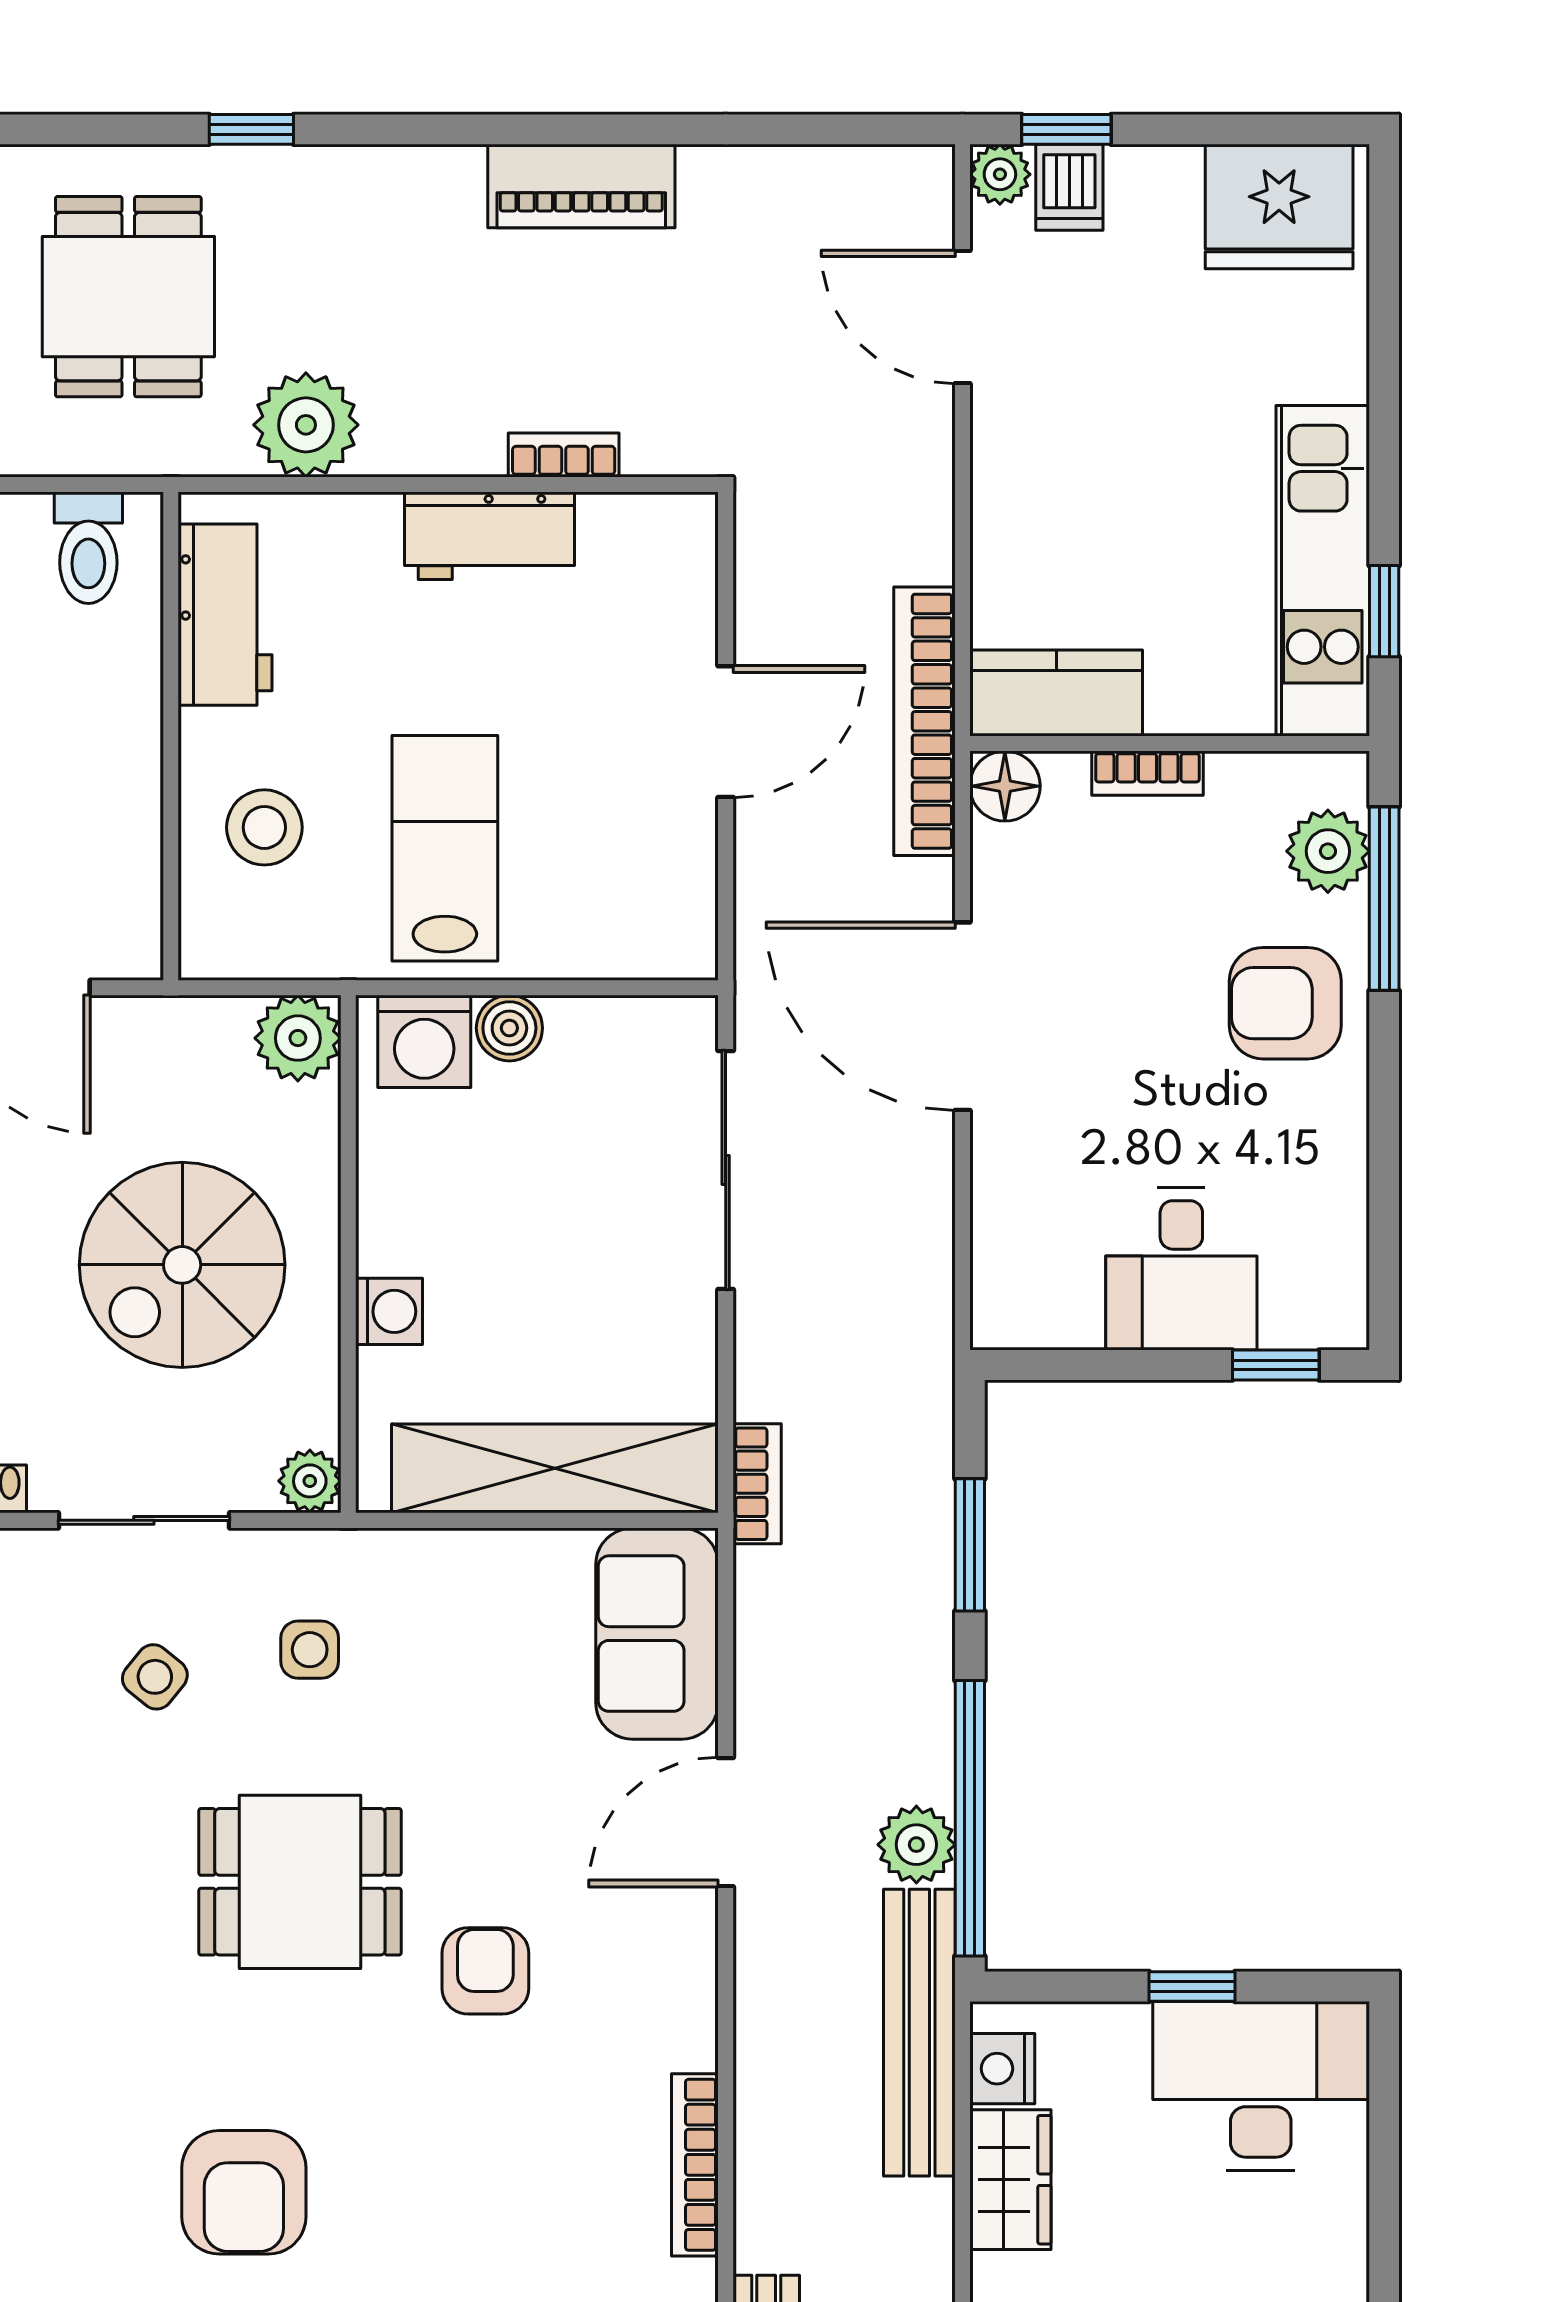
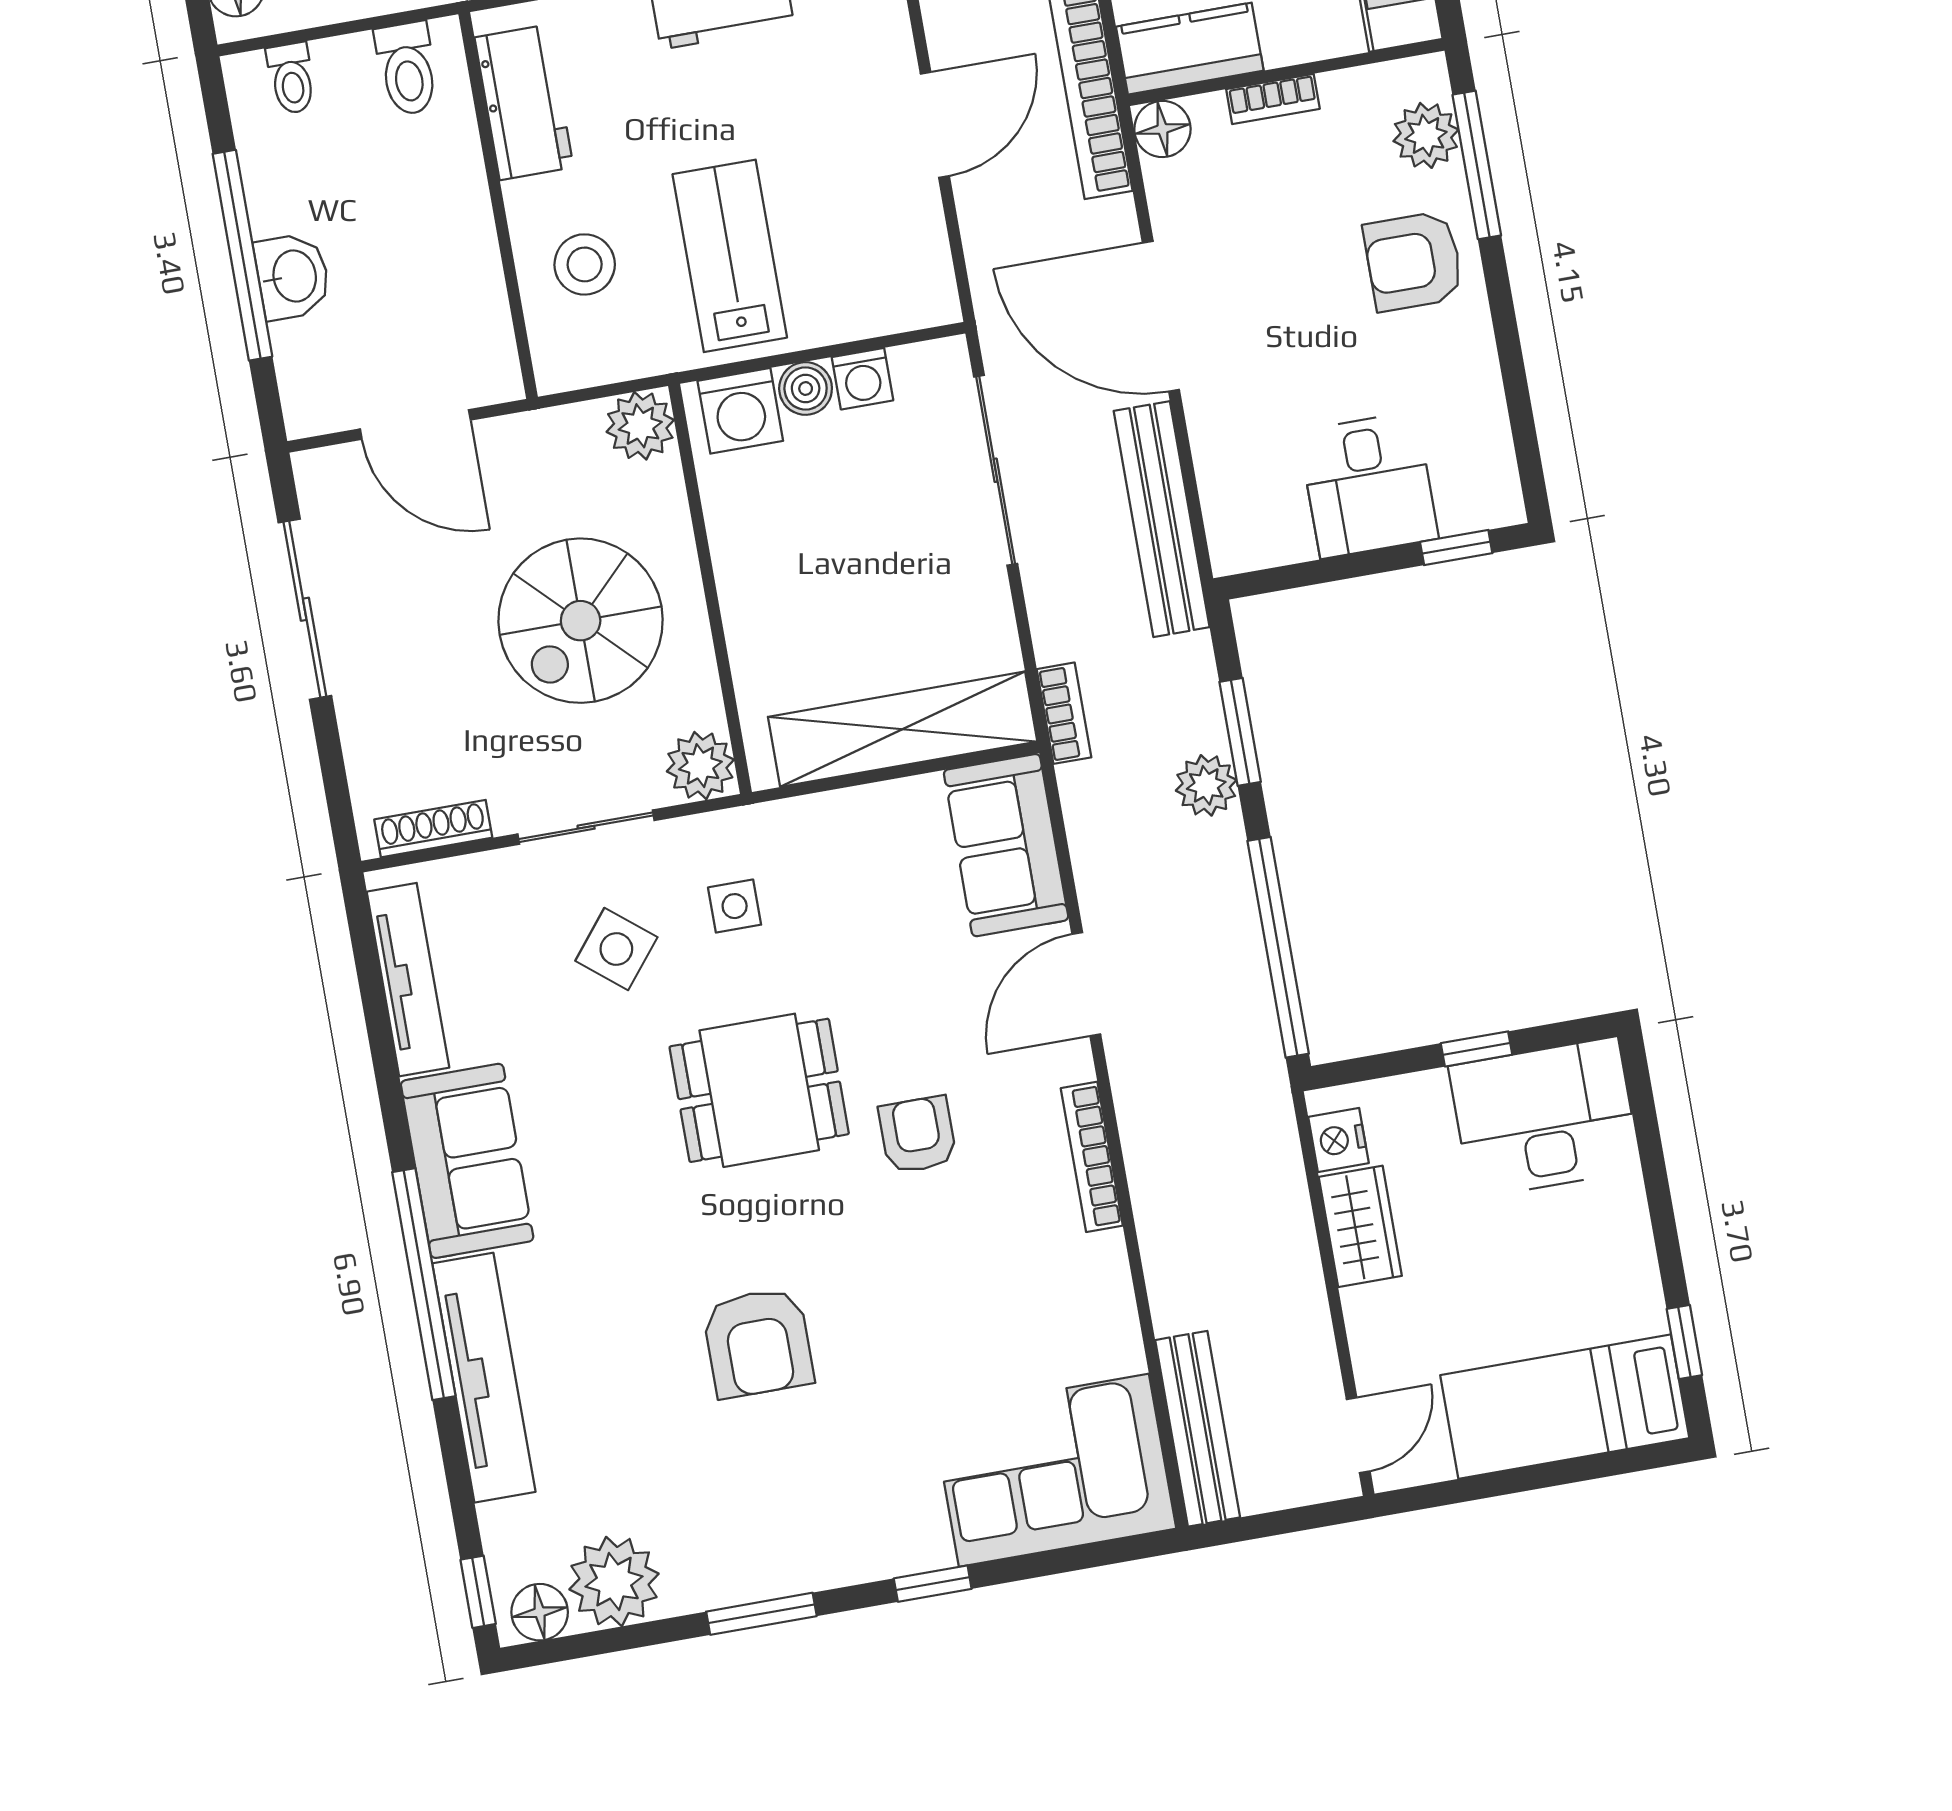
washing machine: (389, 1311) -> (862, 379), moved, turned 90
plant: (310, 1481) -> (700, 766), width x1.38, depth x1.38
side table: (155, 1677) -> (616, 949), width x1.37, depth x1.37
plant: (916, 1845) -> (1206, 785), moved
bench: (919, 2033) -> (1162, 519), moved
bookcase: (695, 2165) -> (1092, 1157), moved

